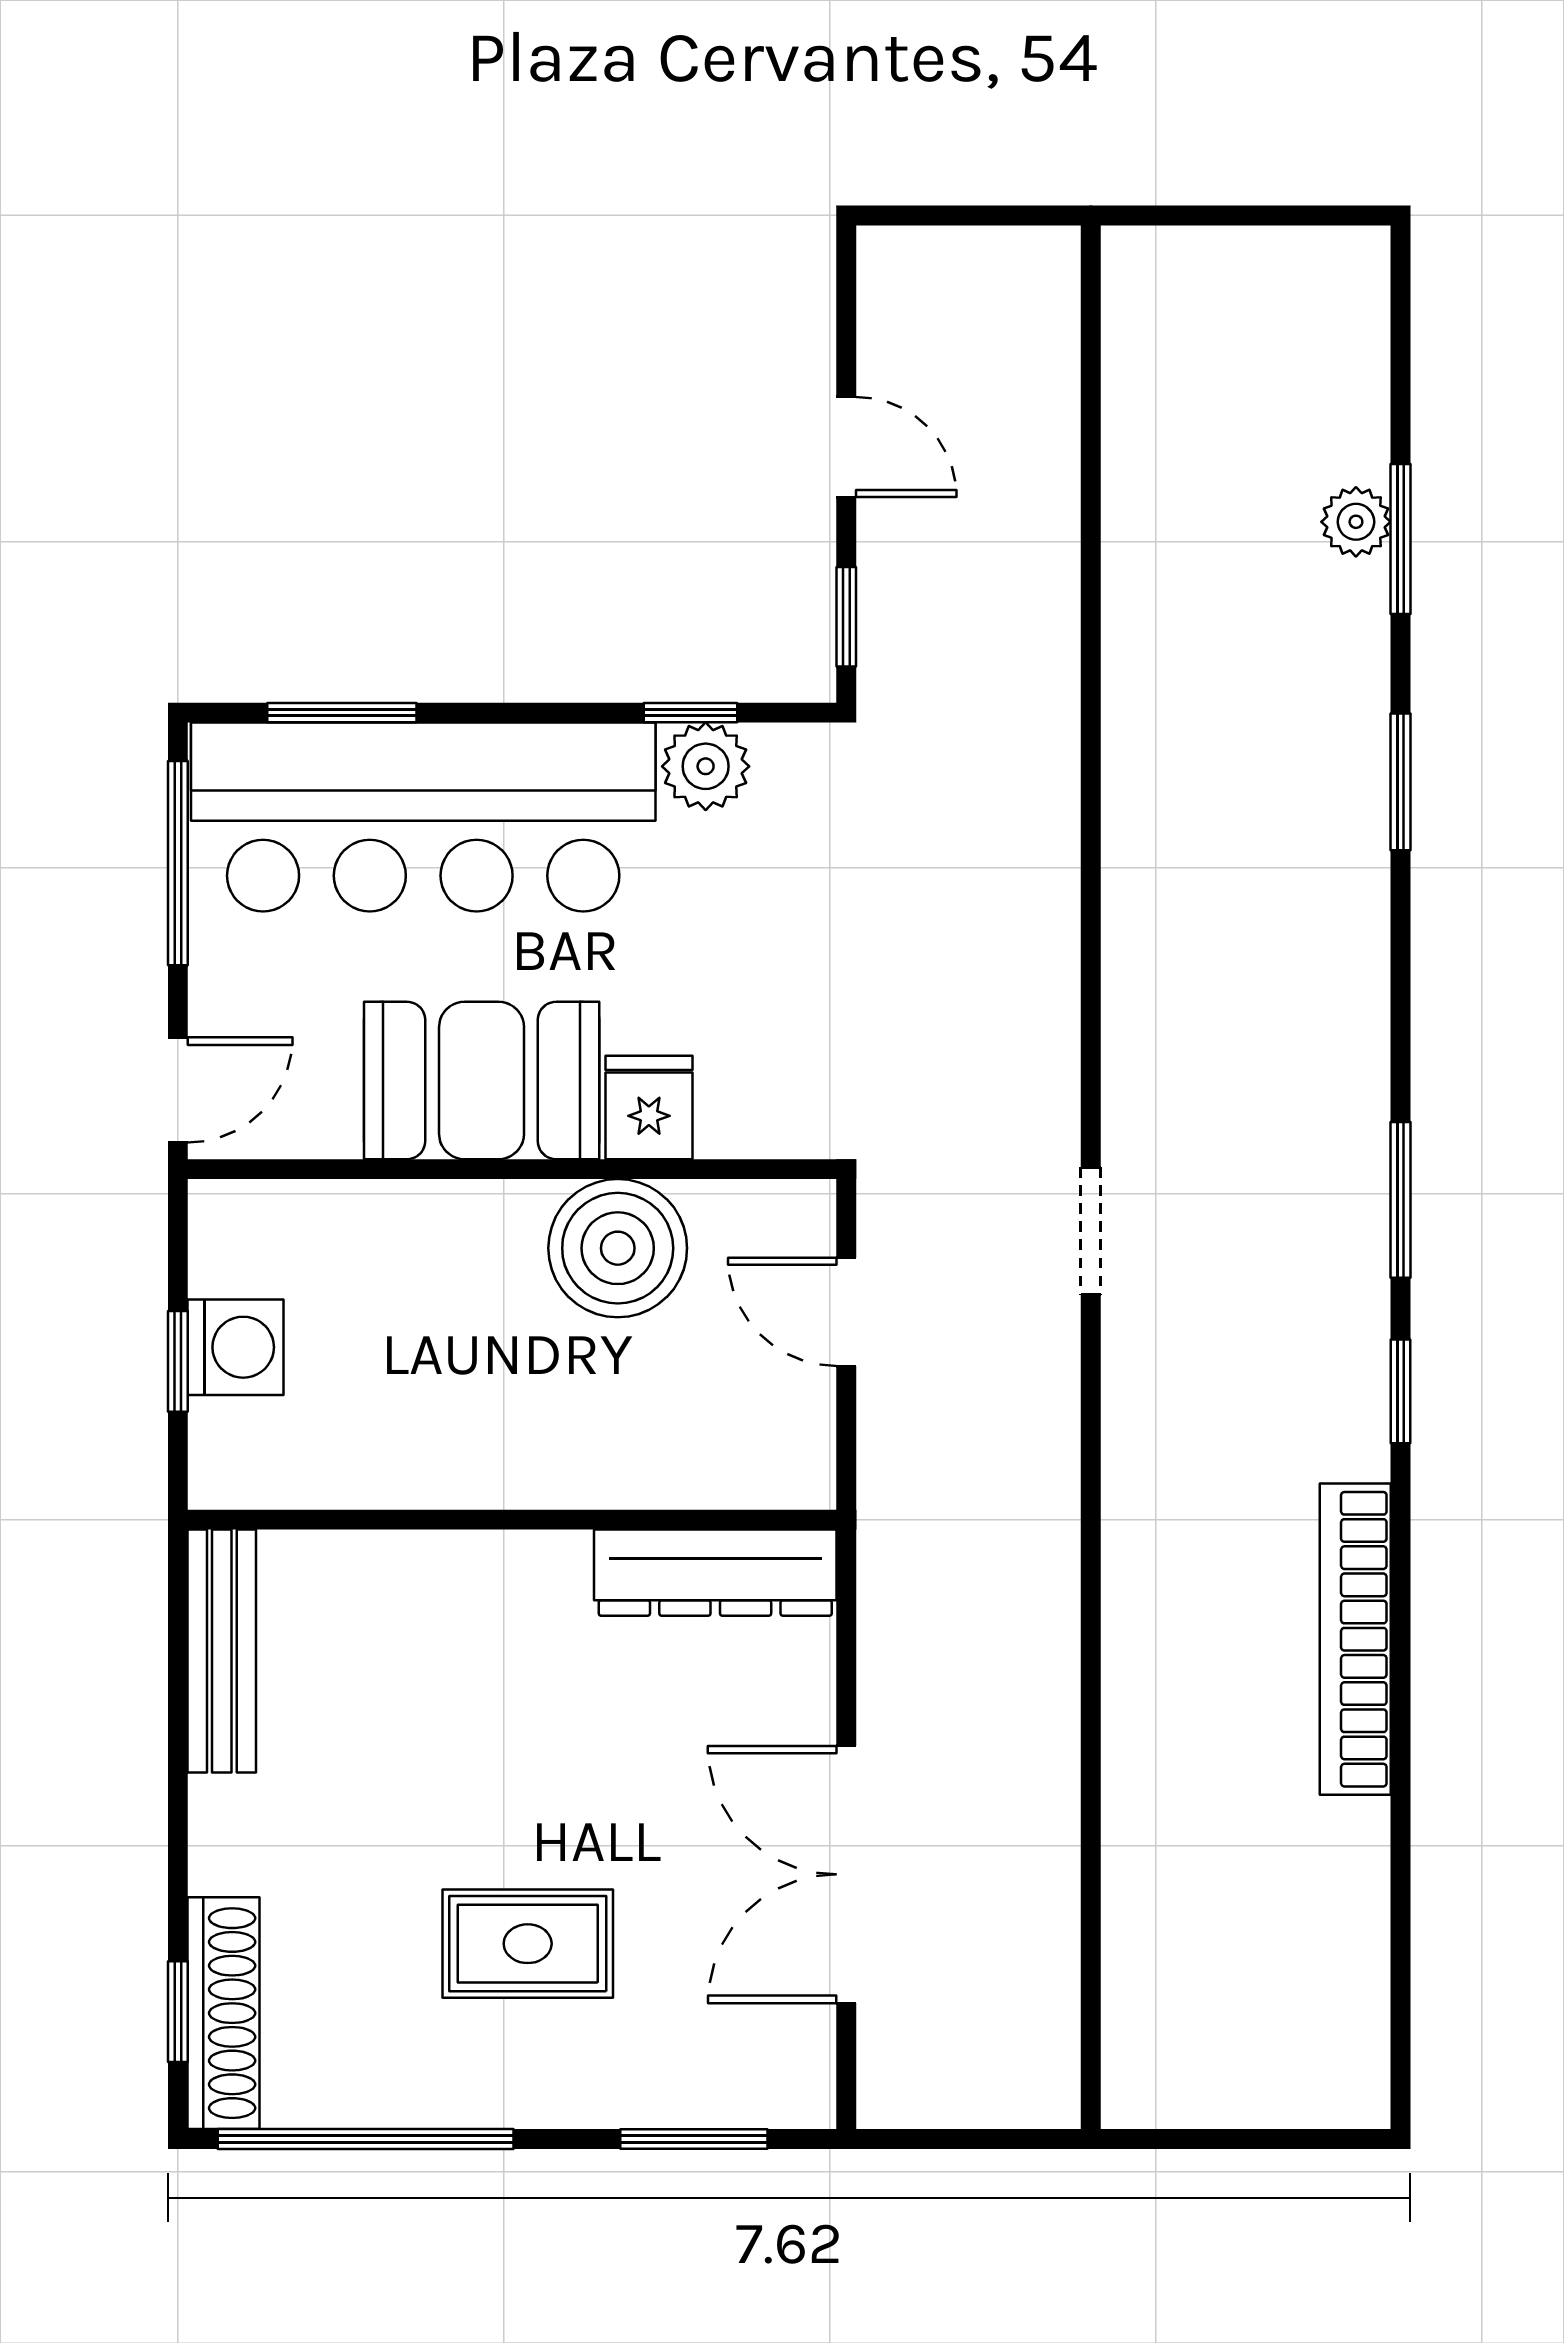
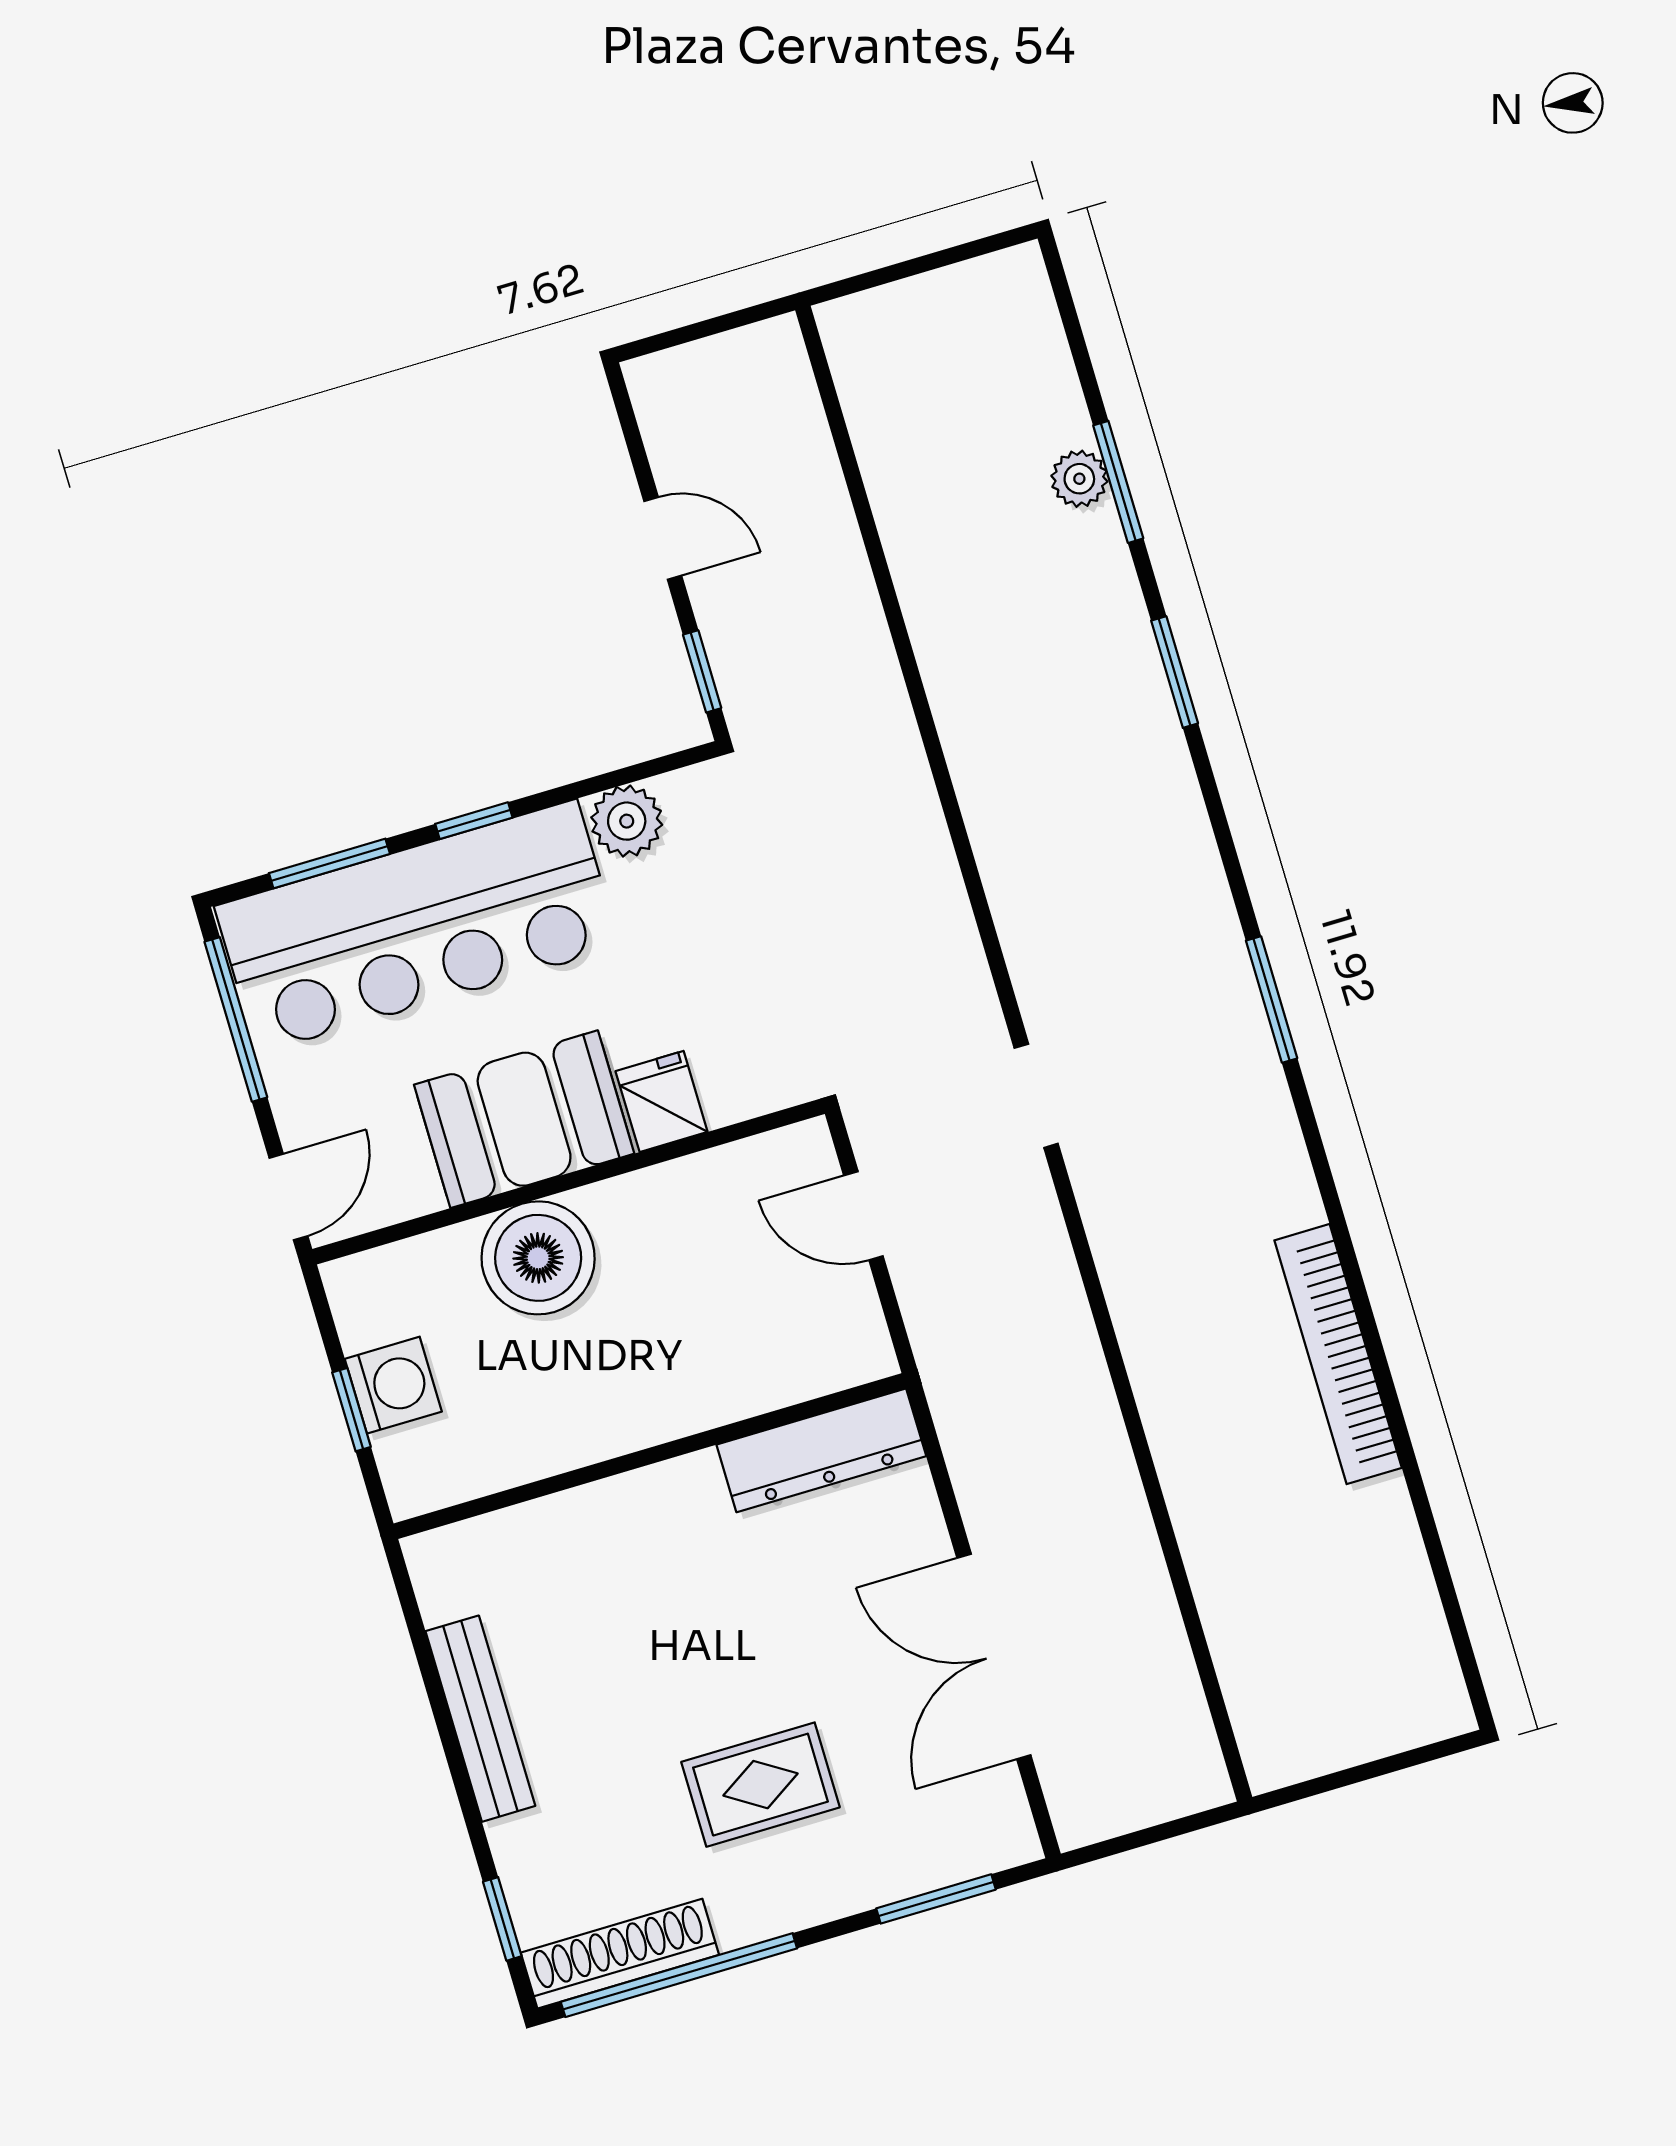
window: (690, 713) -> (474, 821), moved
boiler: (618, 1248) -> (538, 1258), moved
window: (1400, 1391) -> (1316, 1150), removed
bench: (222, 1651) -> (480, 1719), moved
shoe rack: (224, 2013) -> (620, 1954), moved, turned -90

